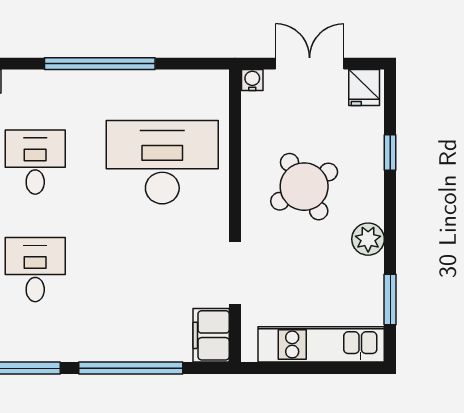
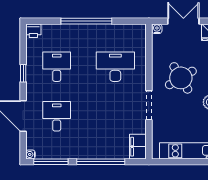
desk: (162, 162) -> (115, 67), width x0.73, depth x0.77
doorway: (235, 273) -> (149, 105), moved

